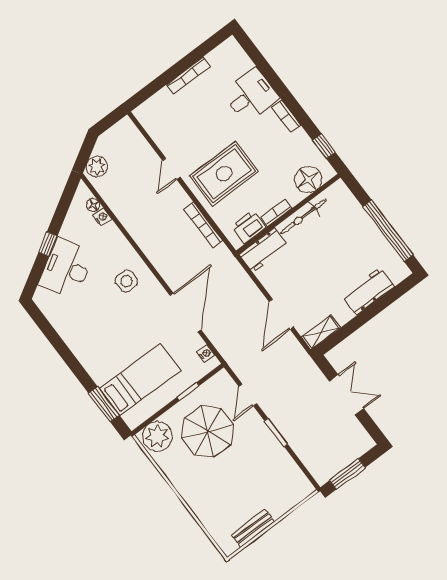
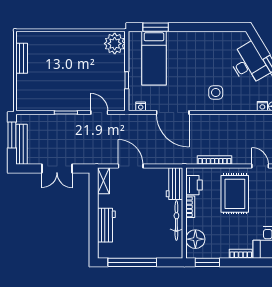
window: (324, 146) -> (207, 262), width x1.50
parasol: (208, 431) -> (96, 74), removed
bench: (350, 455) -> (21, 144), added

